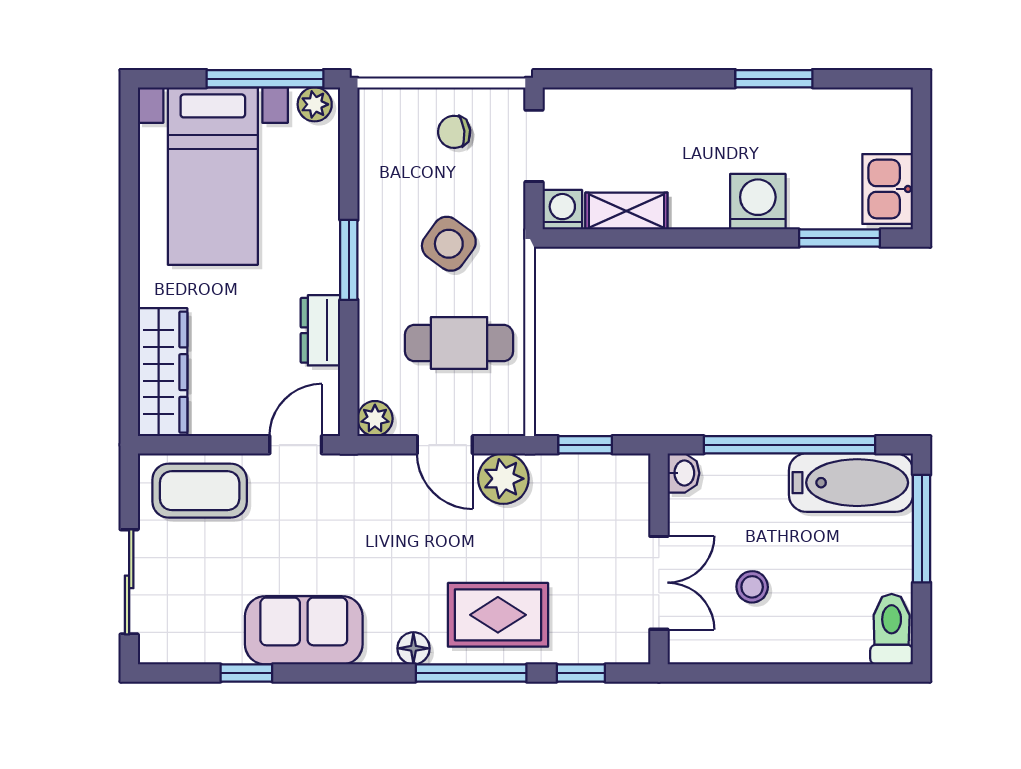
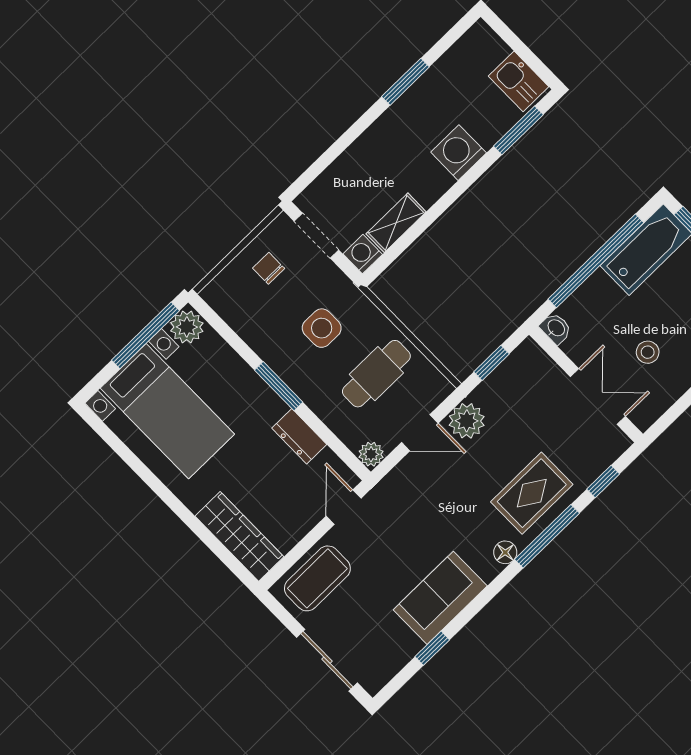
plant: (315, 104) -> (187, 327), width x1.38, depth x1.38
chair: (454, 132) -> (269, 268), turned 96
side table: (449, 244) -> (322, 328), turned -36

